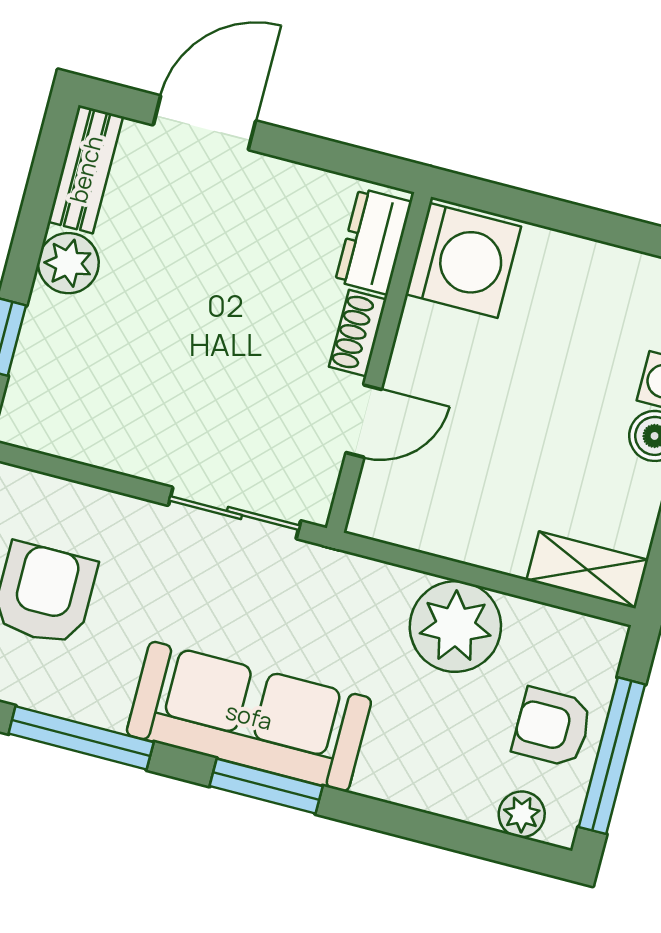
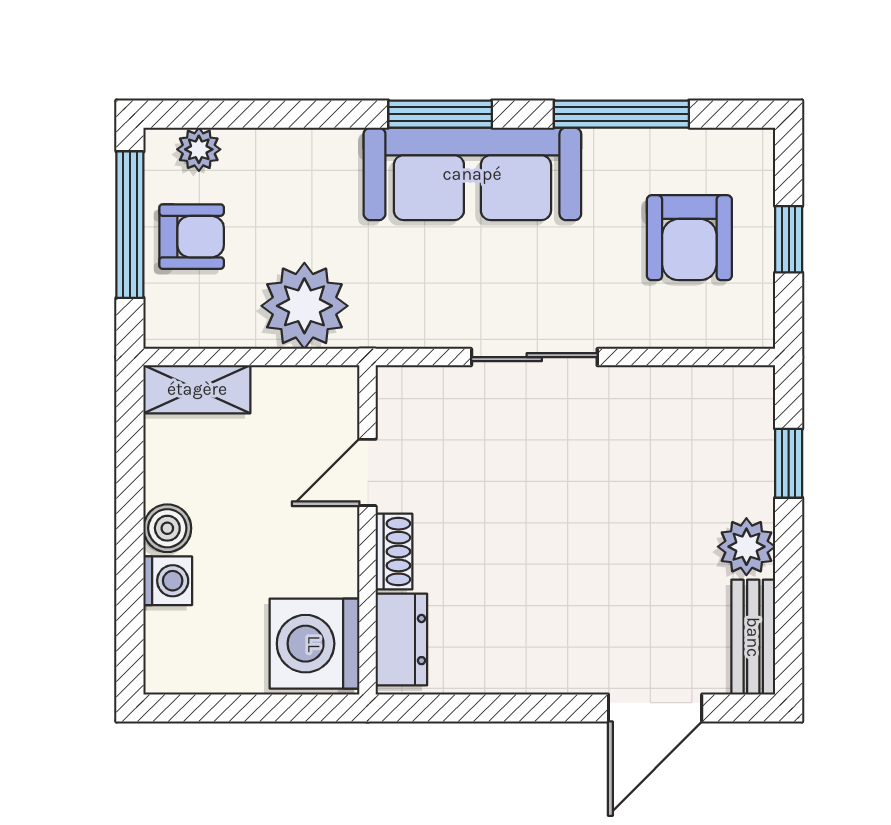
dresser: (374, 241) -> (401, 640), moved
washing machine: (463, 260) -> (314, 644), moved
shoe rack: (358, 333) -> (394, 552), moved
wall: (379, 362) -> (368, 530), moved
door: (364, 421) -> (368, 472), moved

